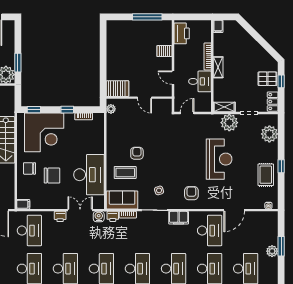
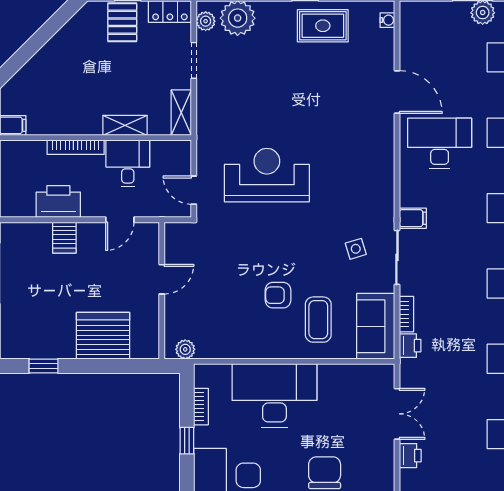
printer: (182, 33) -> (58, 202), moved
window: (103, 41) -> (44, 366), added
shelving: (218, 67) -> (125, 125), moved
server rack: (117, 89) -> (103, 336), moved, width x1.60
plant: (229, 123) -> (206, 21), moved, width x0.53, depth x0.53
reception desk: (219, 159) -> (267, 175), moved
desk: (89, 175) -> (274, 395), moved
armchair: (191, 193) -> (361, 181), removed
double door: (80, 210) -> (397, 414), swing flipped
water cooler: (99, 217) -> (410, 375), removed
filing cabinet: (179, 218) -> (413, 218), width x0.50

